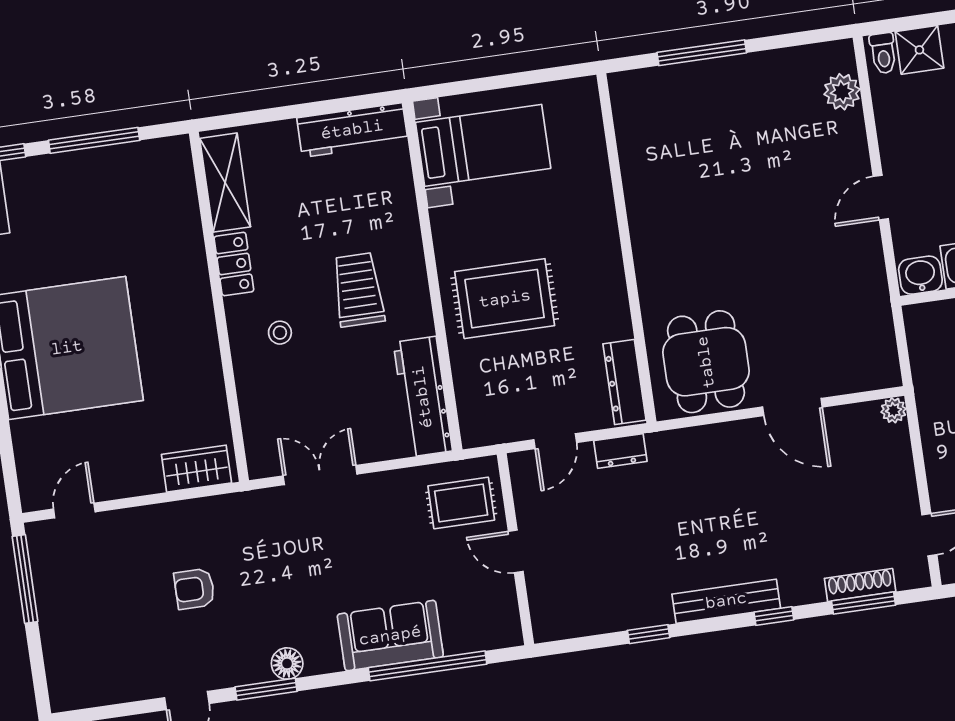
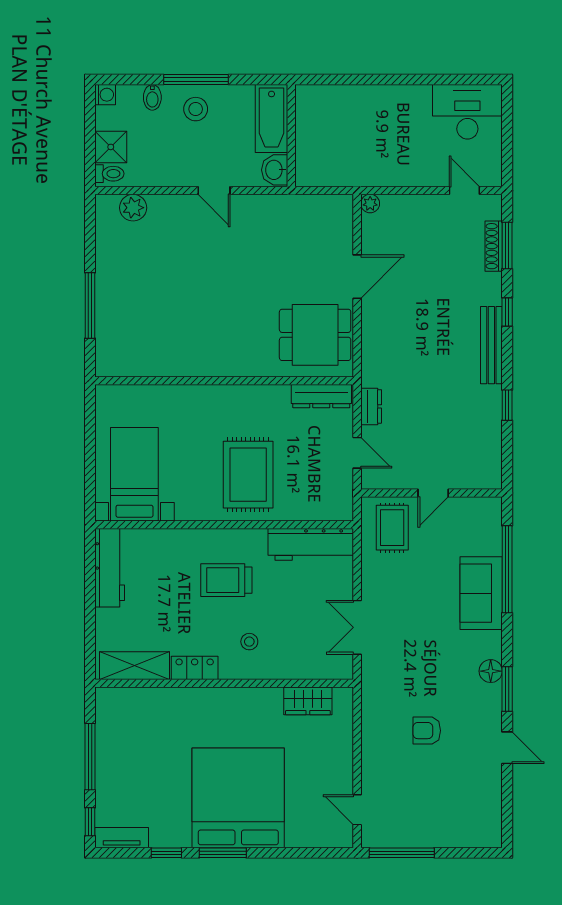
wardrobe: (196, 469) -> (308, 701), moved, turned -90
armchair: (194, 589) -> (427, 731), turned 90

